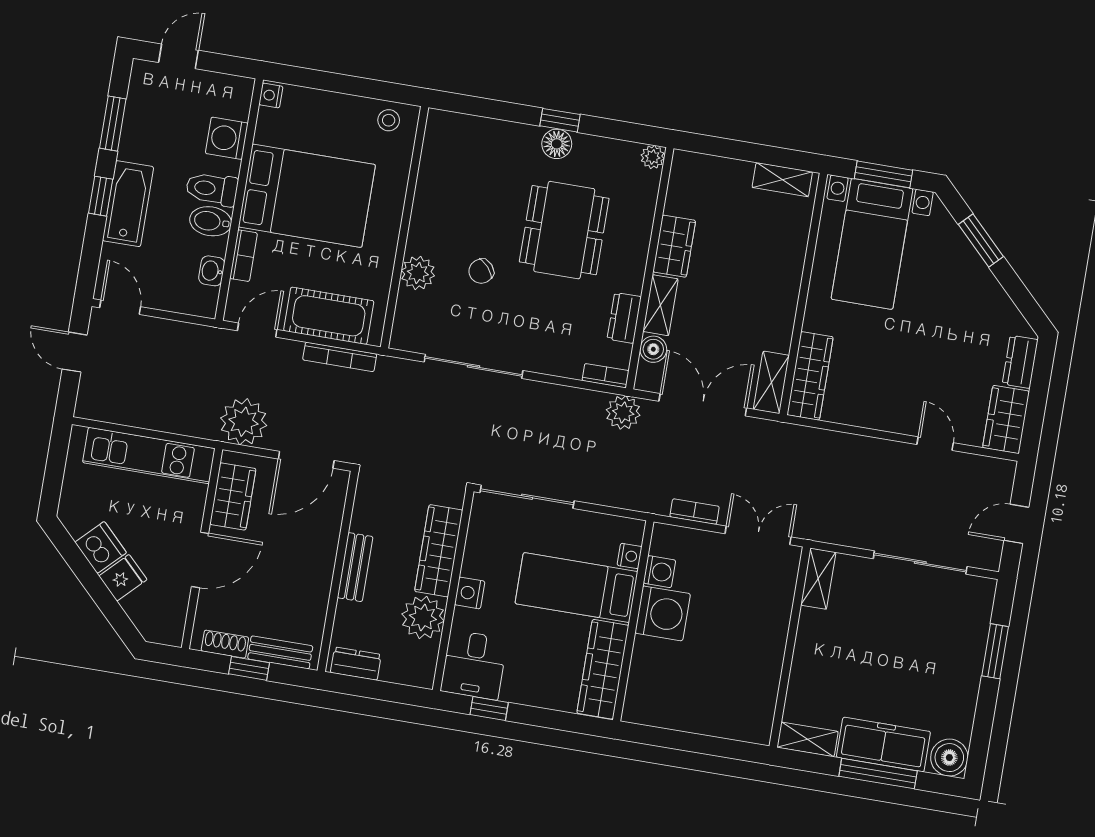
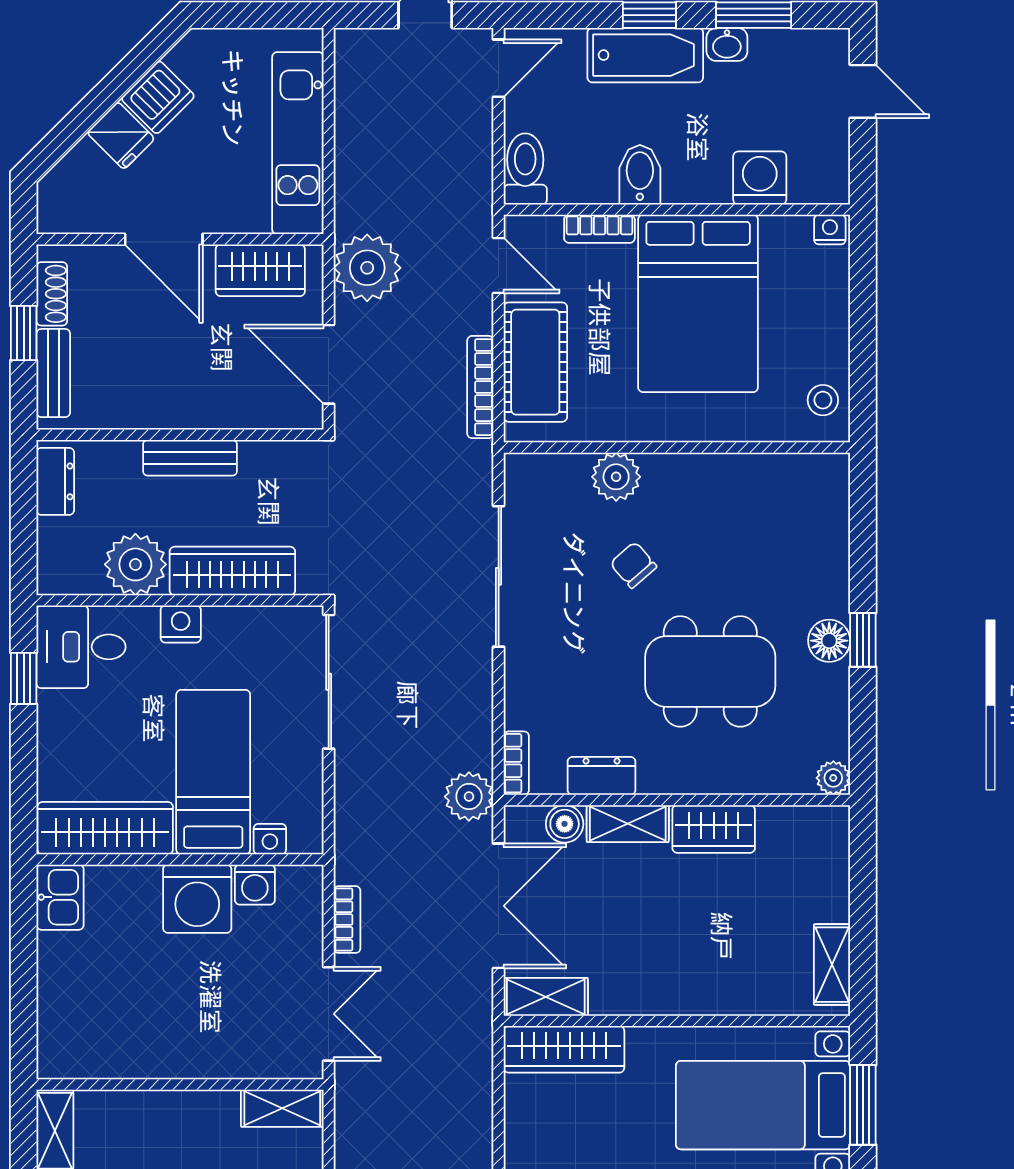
toilet: (212, 189) -> (525, 169), moved
washbasin: (212, 271) -> (727, 44), moved, turned 180
kitchen sink: (646, 709) -> (60, 897), added

